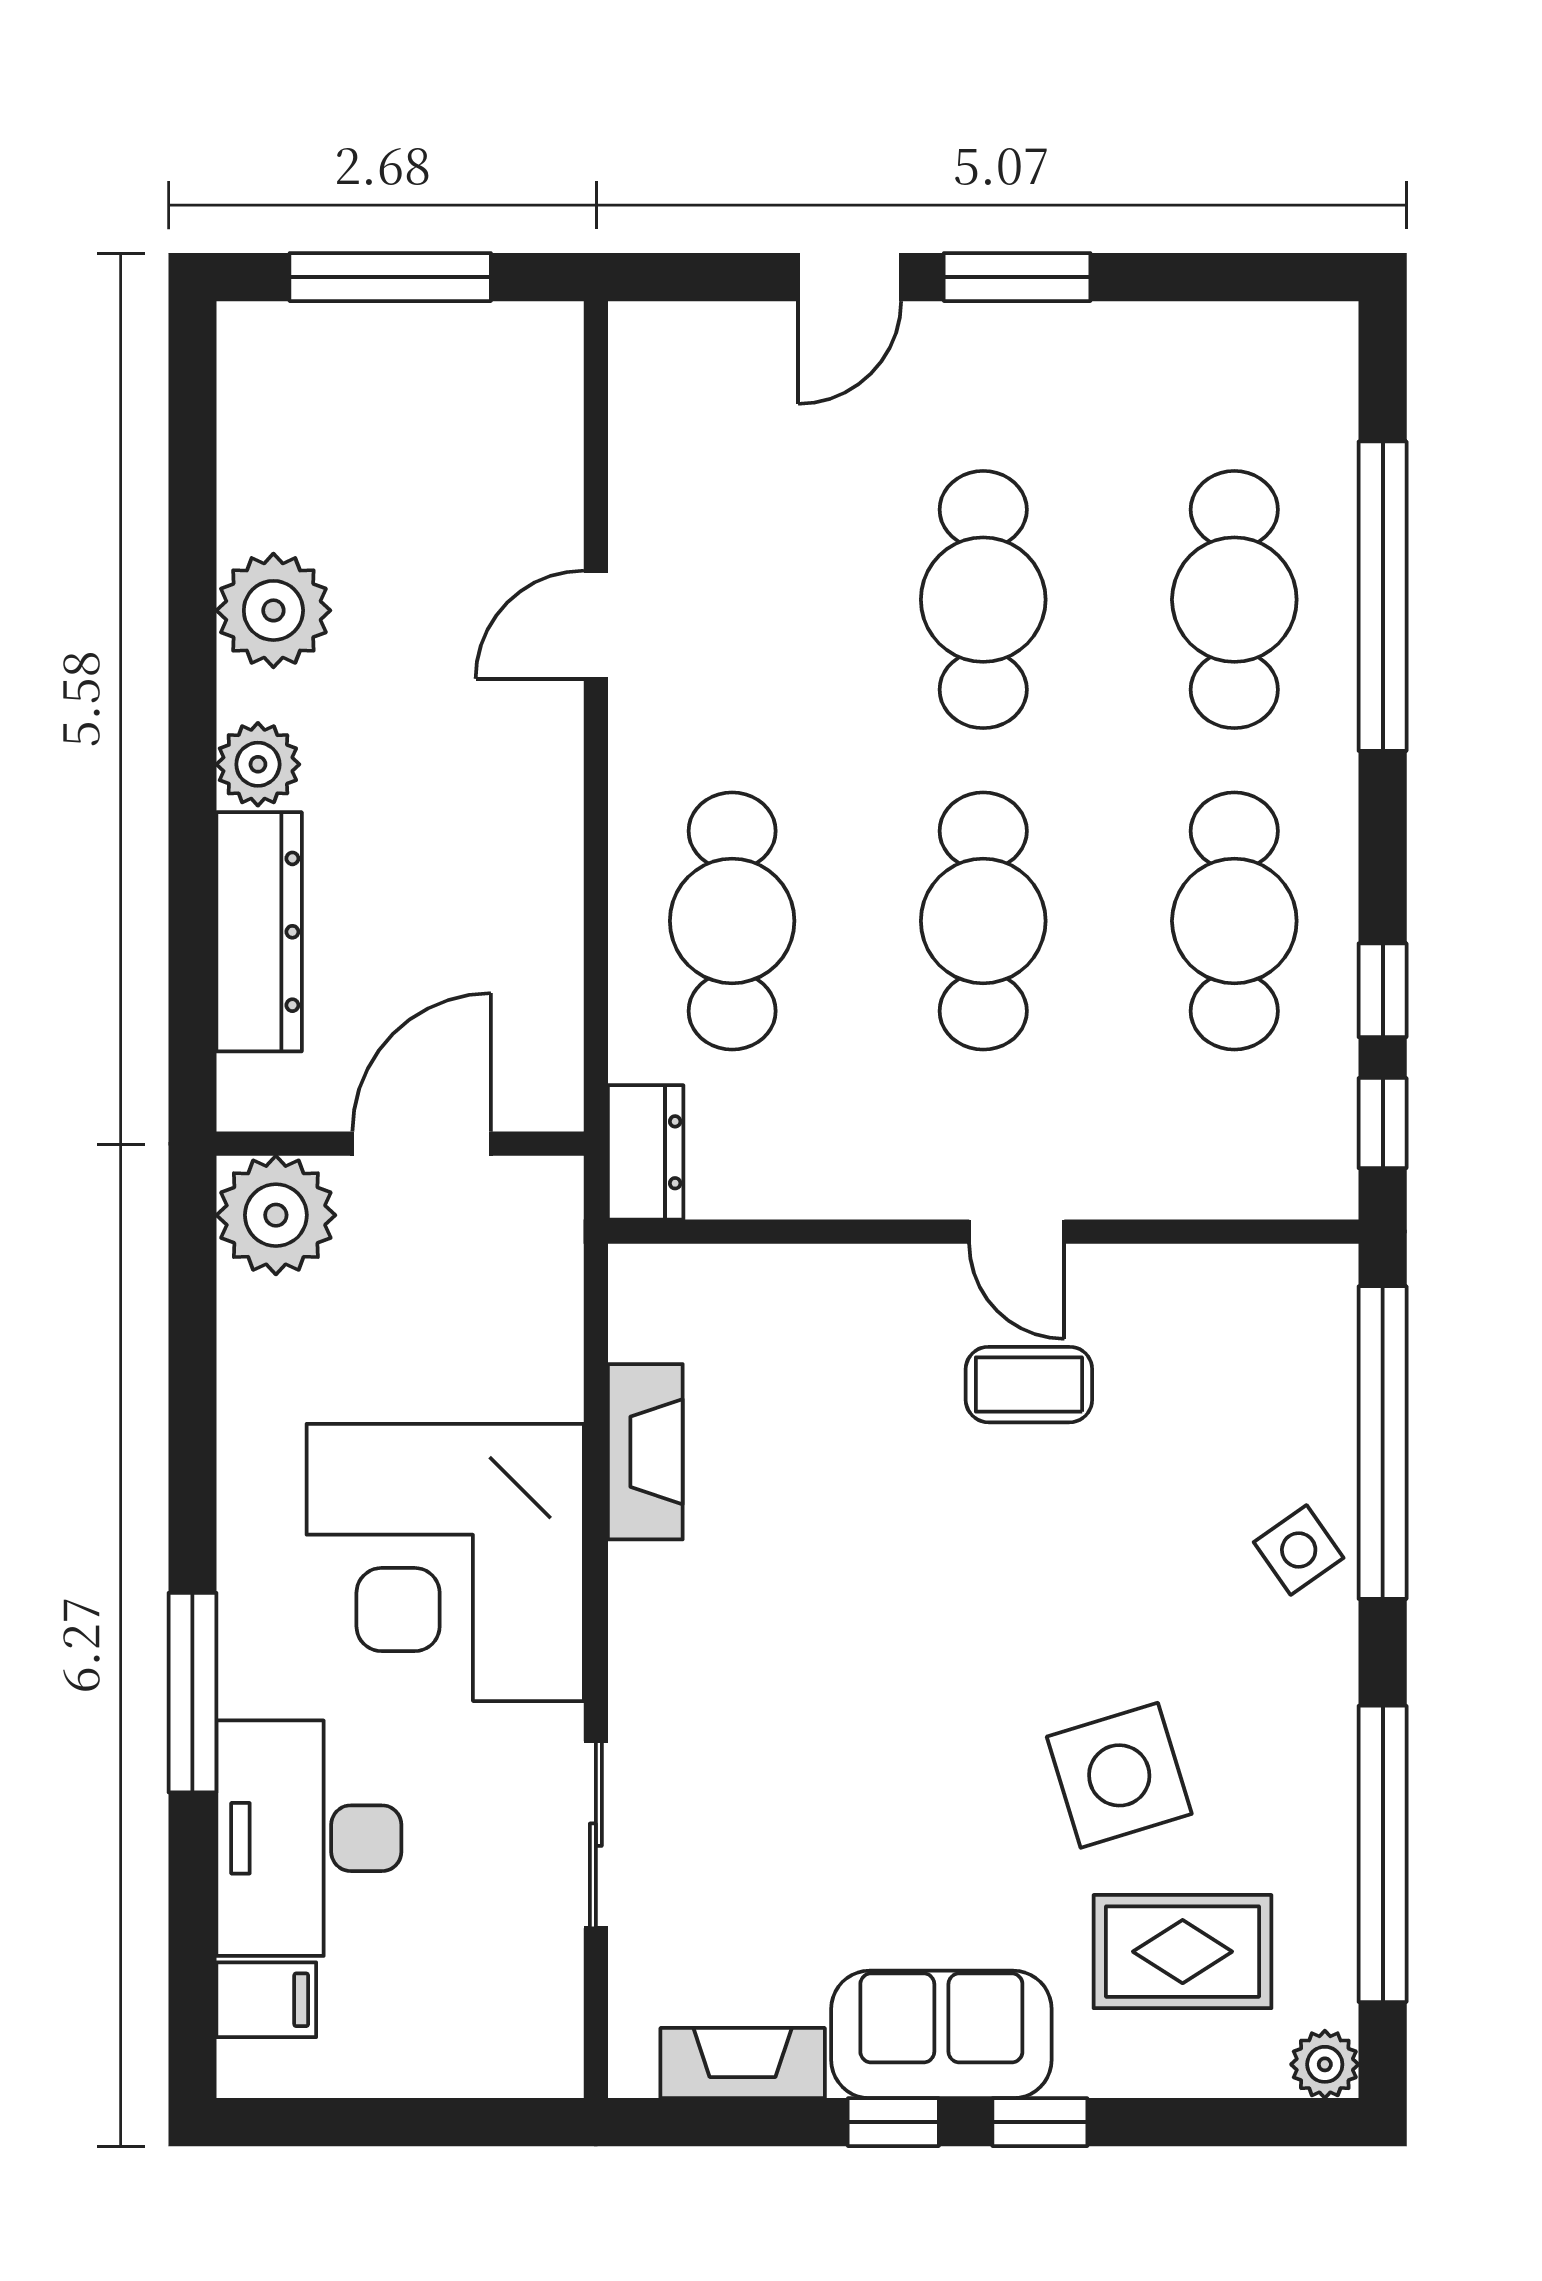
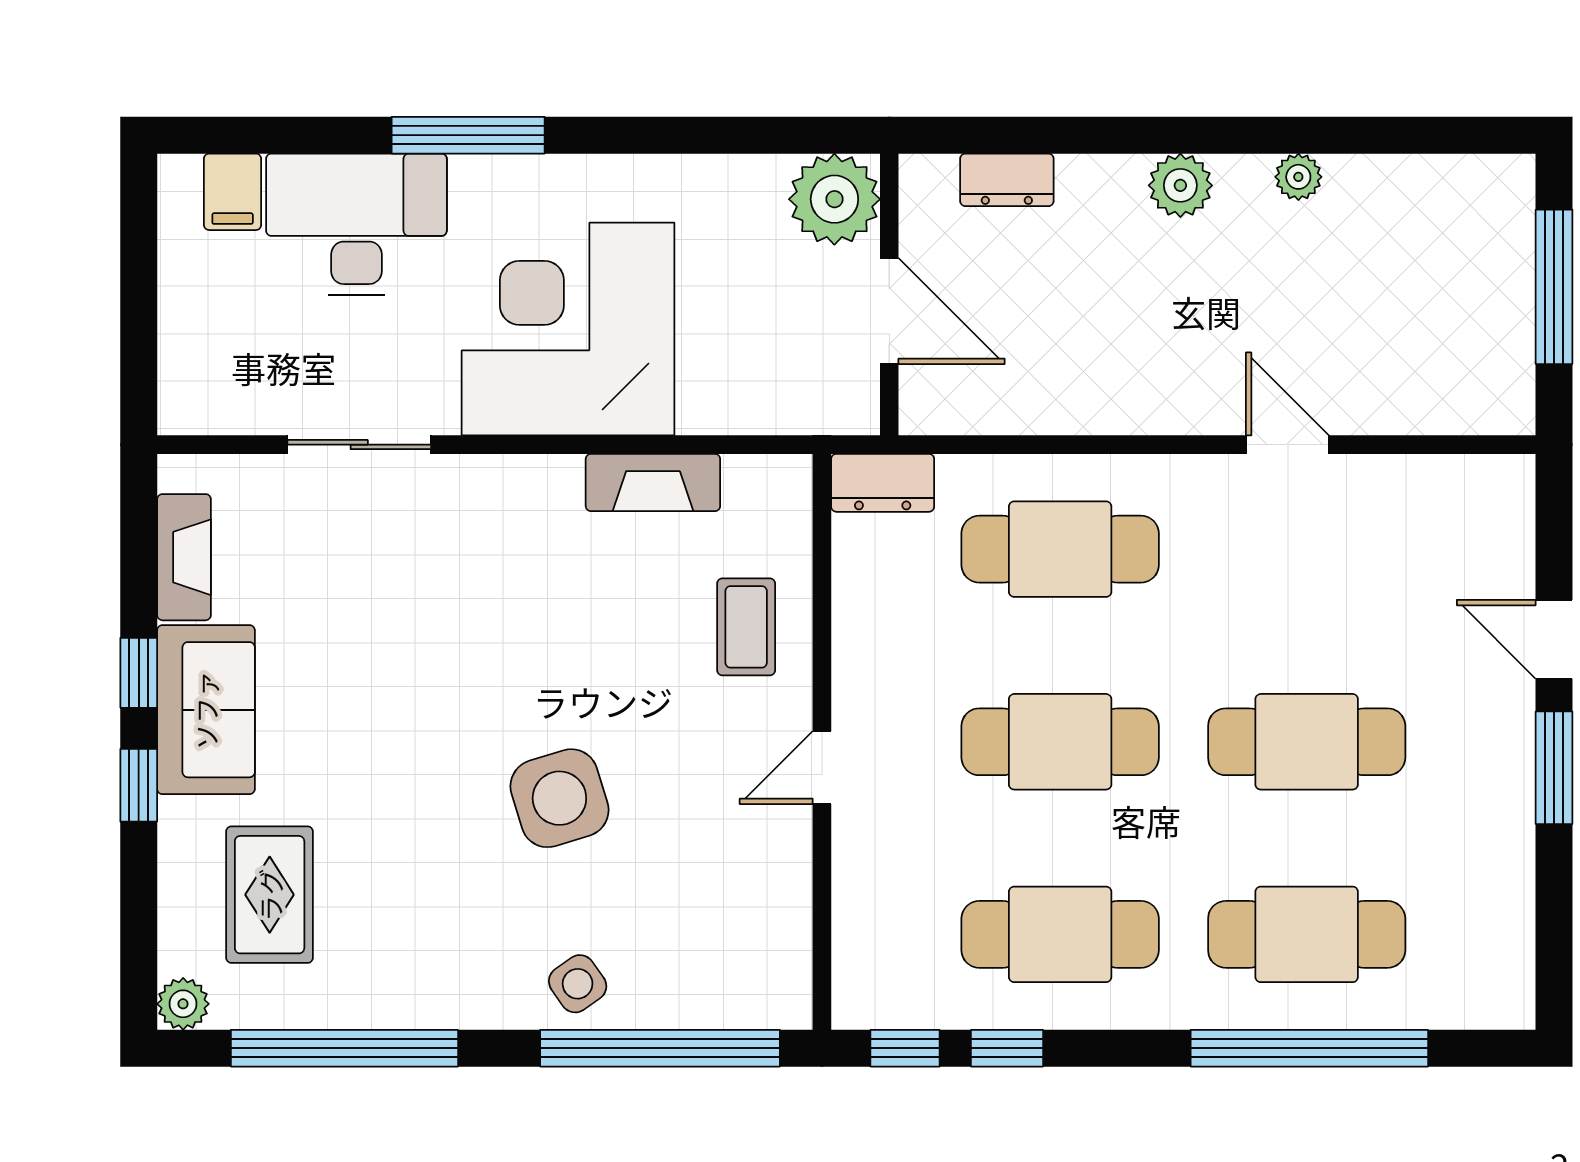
plant: (273, 610) -> (1298, 177), width x0.53, depth x0.53
dresser: (259, 932) -> (1007, 180), width x0.51, depth x0.80
coffee table: (1029, 1385) -> (746, 627), moved
side table: (1119, 1775) -> (559, 798), moved

